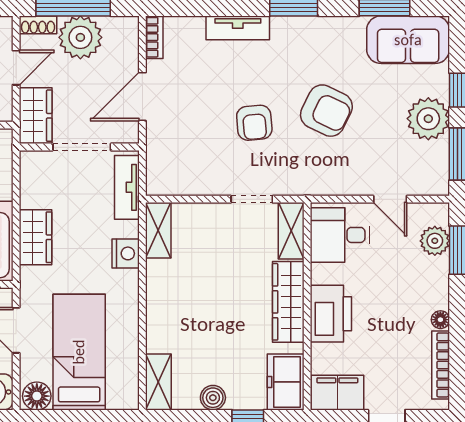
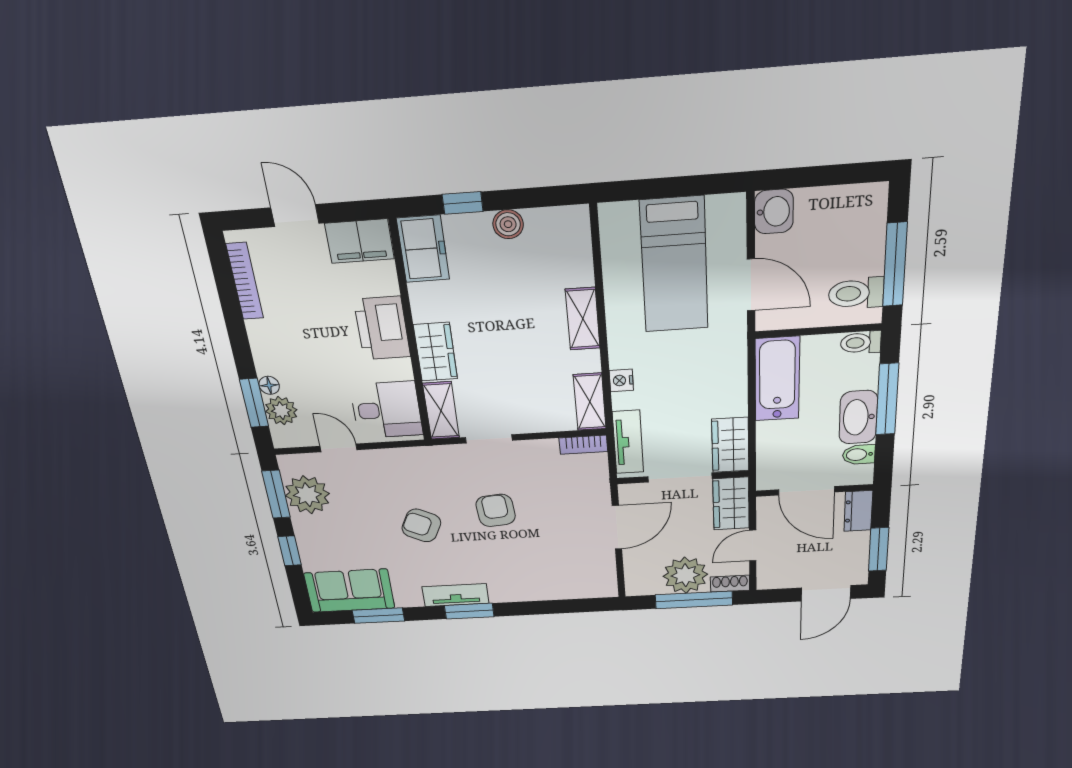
tv unit: (238, 28) -> (455, 595), moved
bookcase: (154, 37) -> (583, 445), moved, turned -90
armchair: (326, 111) -> (421, 525), width x0.72, depth x0.72
plant: (428, 119) -> (307, 495), moved
wardrobe: (35, 237) -> (730, 445), moved
nightstand: (126, 253) -> (621, 380), width x0.72, depth x0.74
wardrobe: (288, 302) -> (435, 352), width x0.67
floor lamp: (440, 320) -> (269, 385), moved
shelving: (158, 382) -> (583, 319), moved
floor lamp: (37, 396) -> (725, 210), removed

